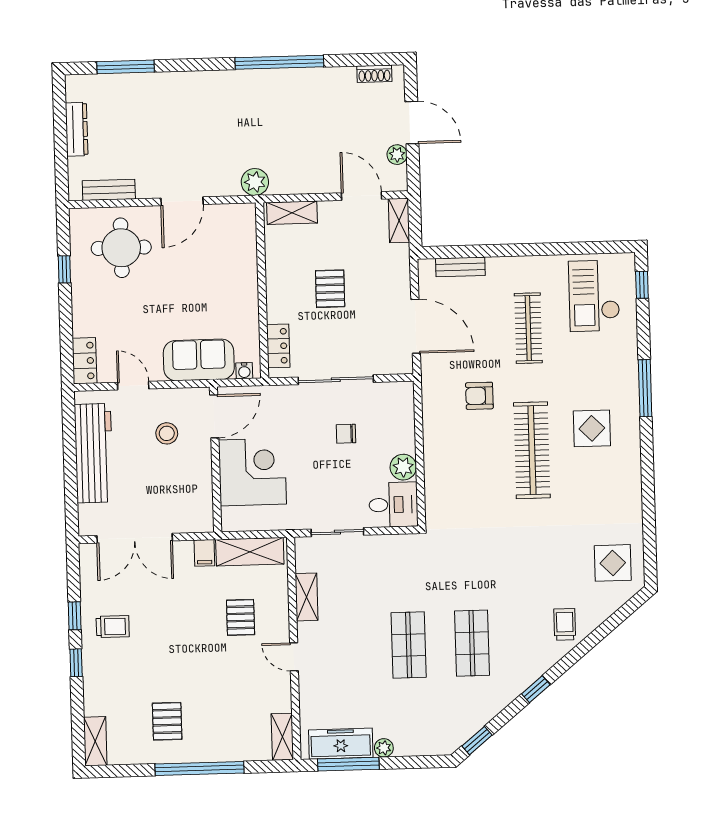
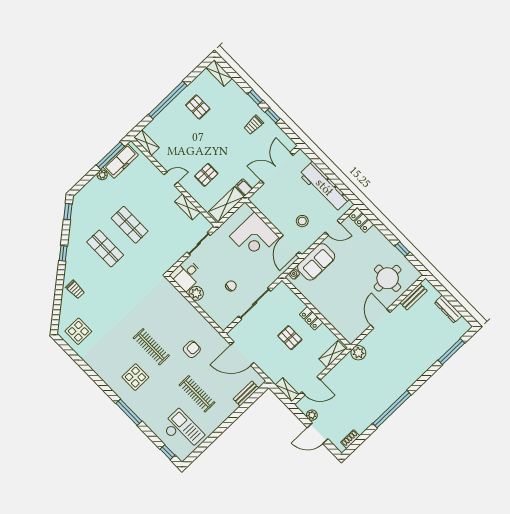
locker: (278, 346) -> (311, 318), moved
clothes rail: (532, 450) -> (151, 347), width x0.73, depth x0.76
pallet: (241, 617) -> (206, 175), turned 90

